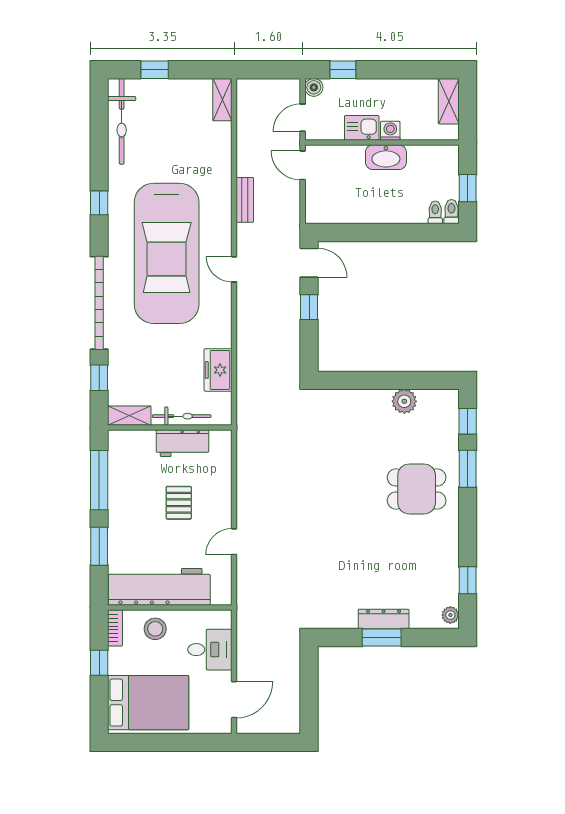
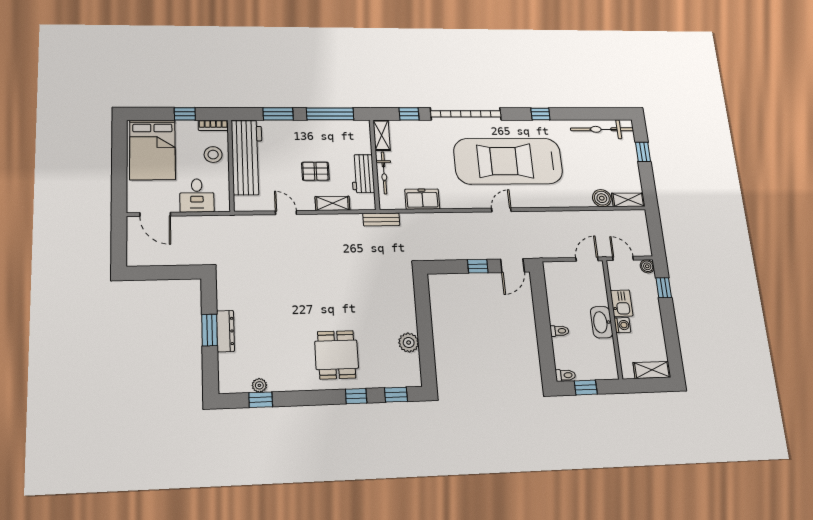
boiler: (220, 135) -> (602, 198), added
bench: (245, 200) -> (381, 219), moved
toilet: (435, 212) -> (559, 331), moved
window: (468, 469) -> (356, 396), width x0.67
shelving: (222, 484) -> (332, 203), added
plant: (450, 615) -> (259, 385), moved

